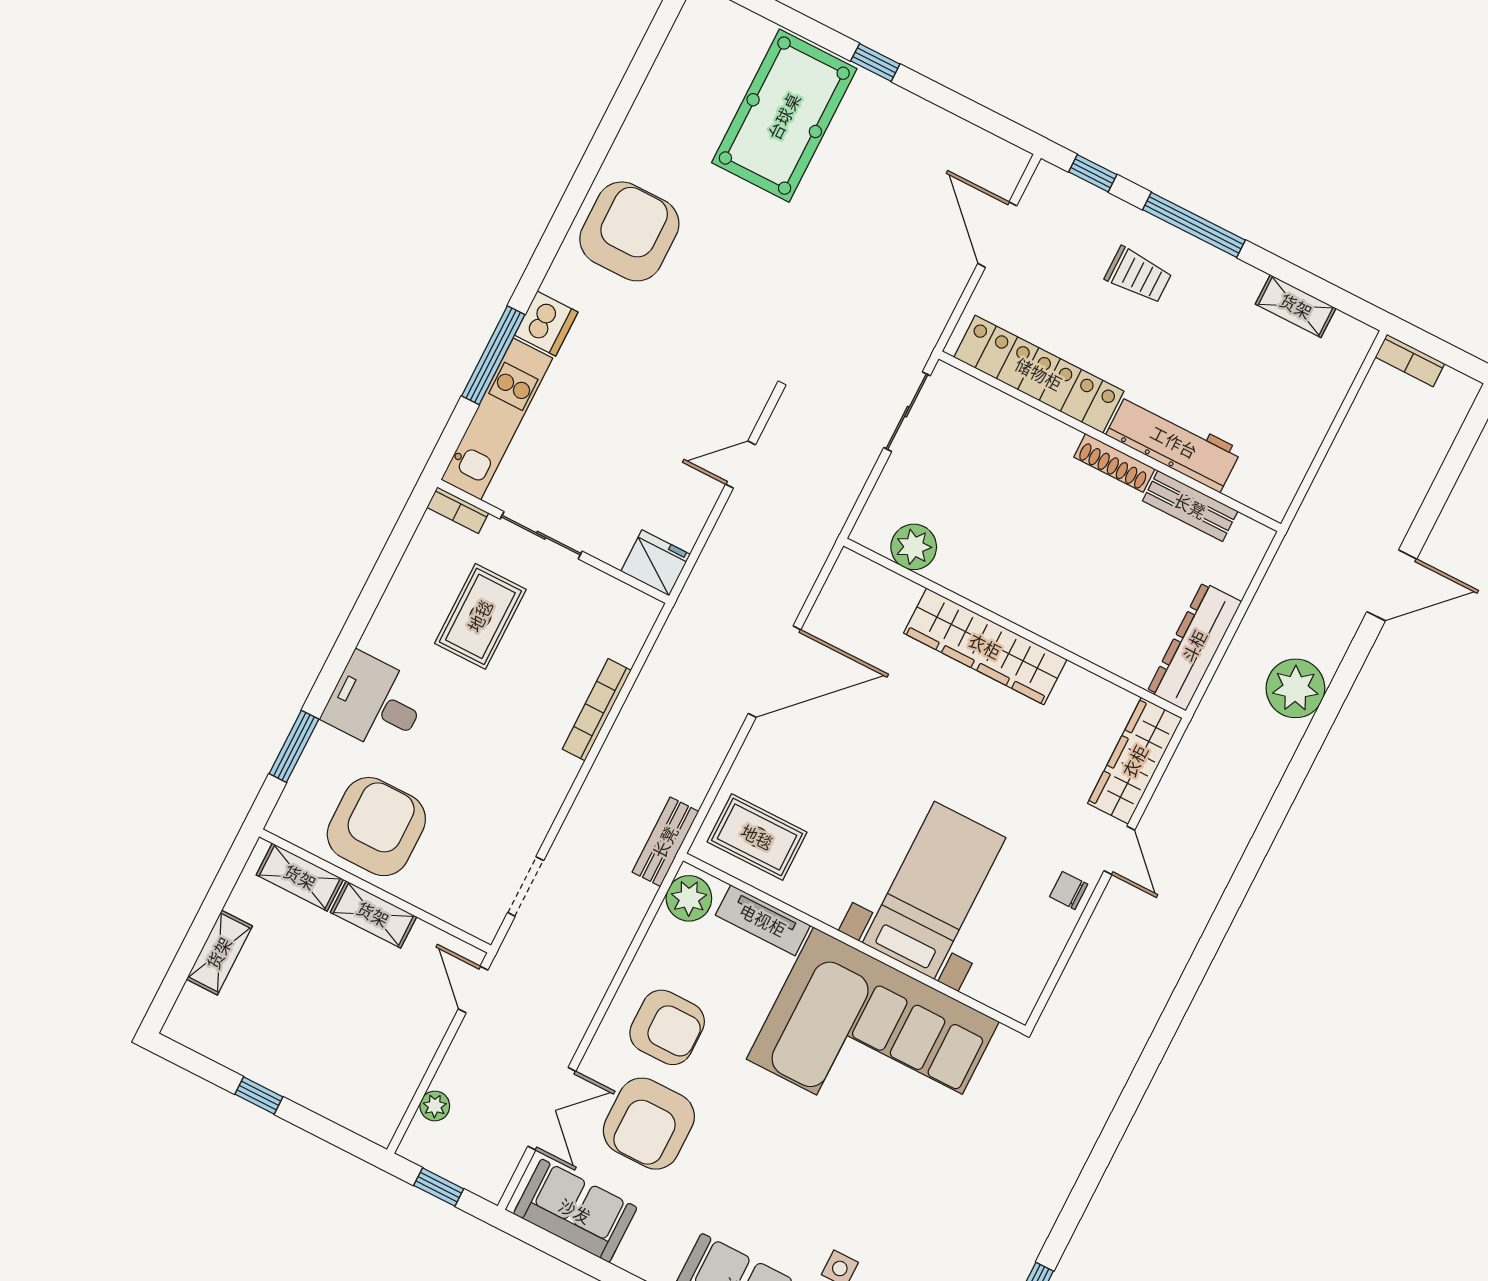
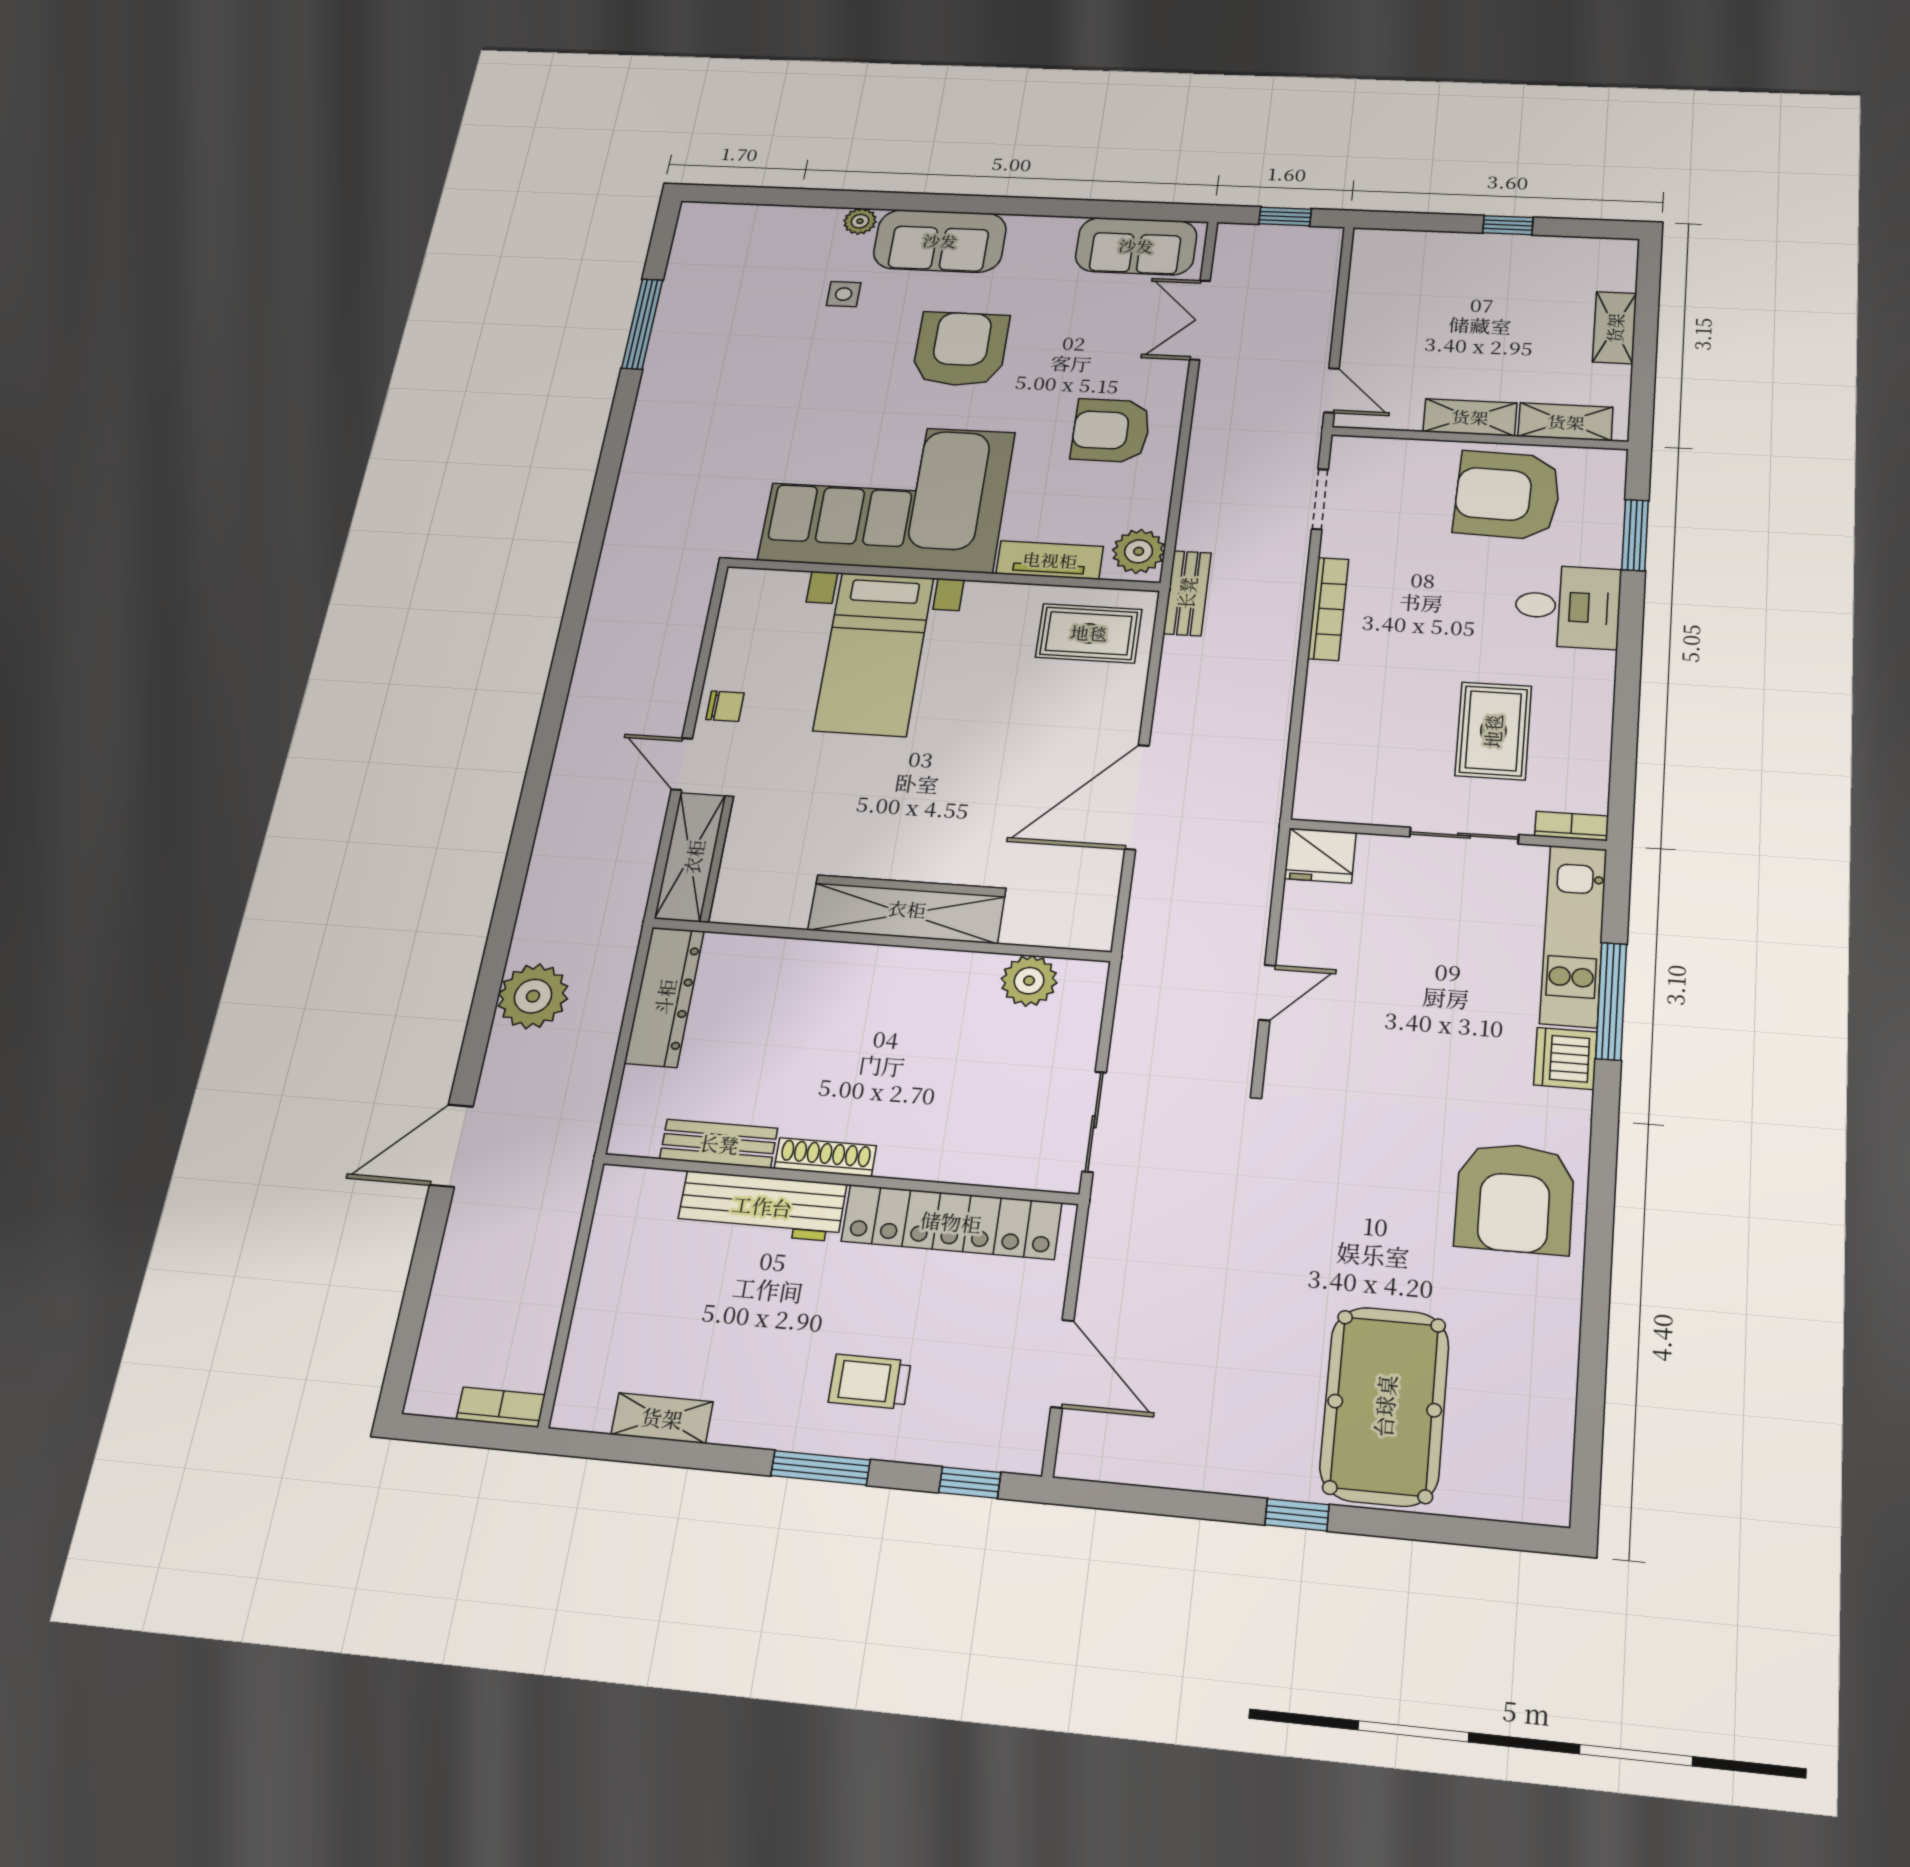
window: (1194, 225) -> (820, 1468), width x0.69
bookcase: (597, 710) -> (1328, 609), moved
armchair: (376, 827) -> (1507, 495), turned 92
plant: (435, 1106) -> (1322, 280), removed
armchair: (649, 1124) -> (961, 349), moved

